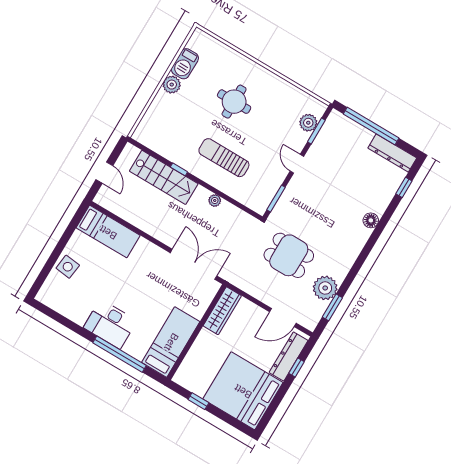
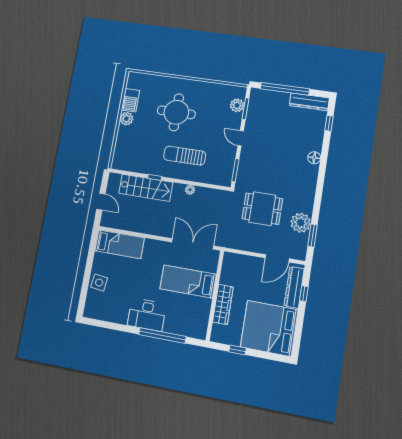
round table: (234, 102) -> (176, 112), width x1.36, depth x1.36
wardrobe: (222, 311) -> (223, 304), moved
bed: (171, 342) -> (188, 282), moved, turned -90

